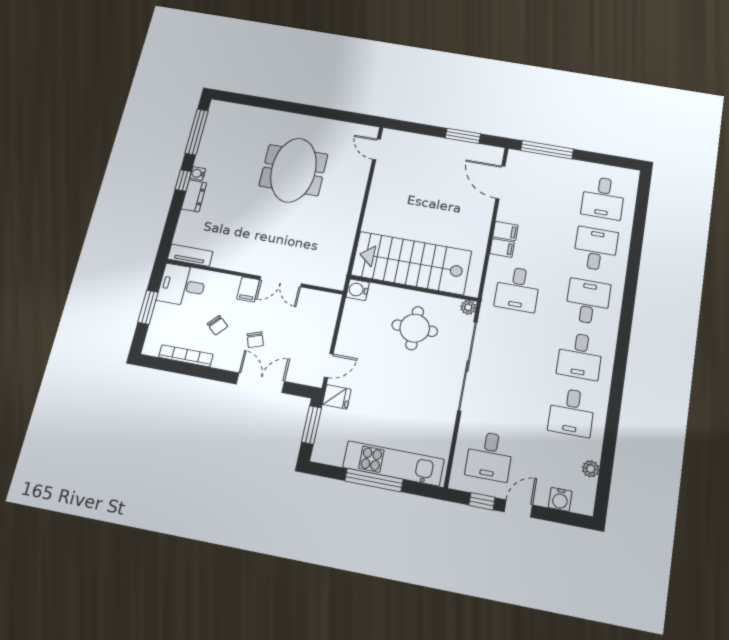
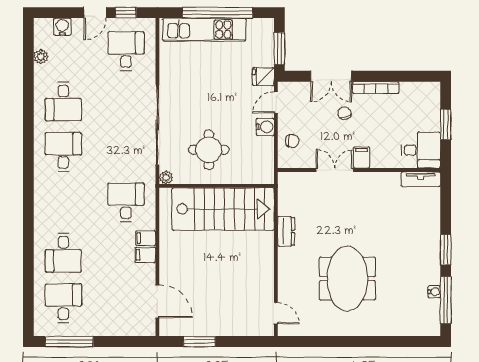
window: (547, 150) -> (69, 342), moved
water cooler: (198, 173) -> (434, 292), moved
window: (183, 180) -> (446, 250), width x1.50
dresser: (194, 196) -> (286, 231), moved, turned 180
water cooler: (358, 290) -> (265, 127), moved
desk: (588, 302) -> (63, 202), removed
chair: (217, 325) -> (292, 141), moved, turned 138
bookcase: (186, 356) -> (376, 88), moved
desk: (572, 412) -> (63, 101), turned 180
window: (374, 480) -> (218, 13), width x1.46

